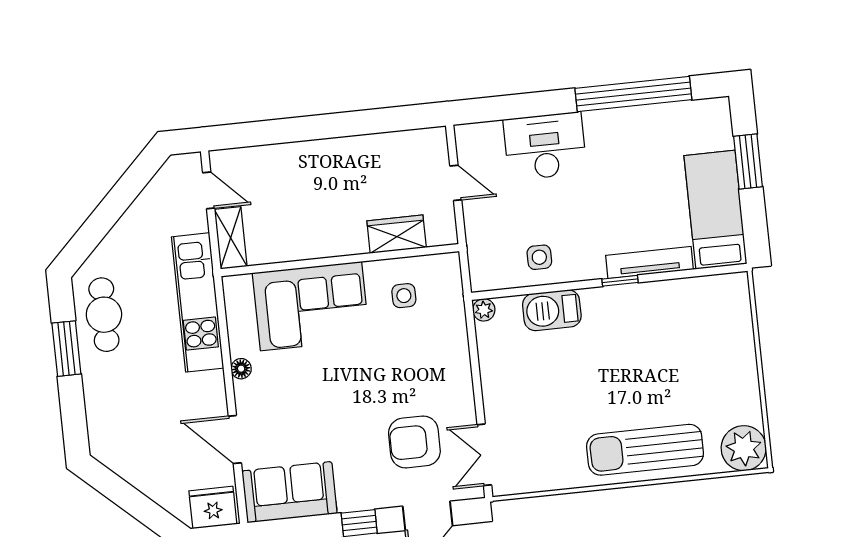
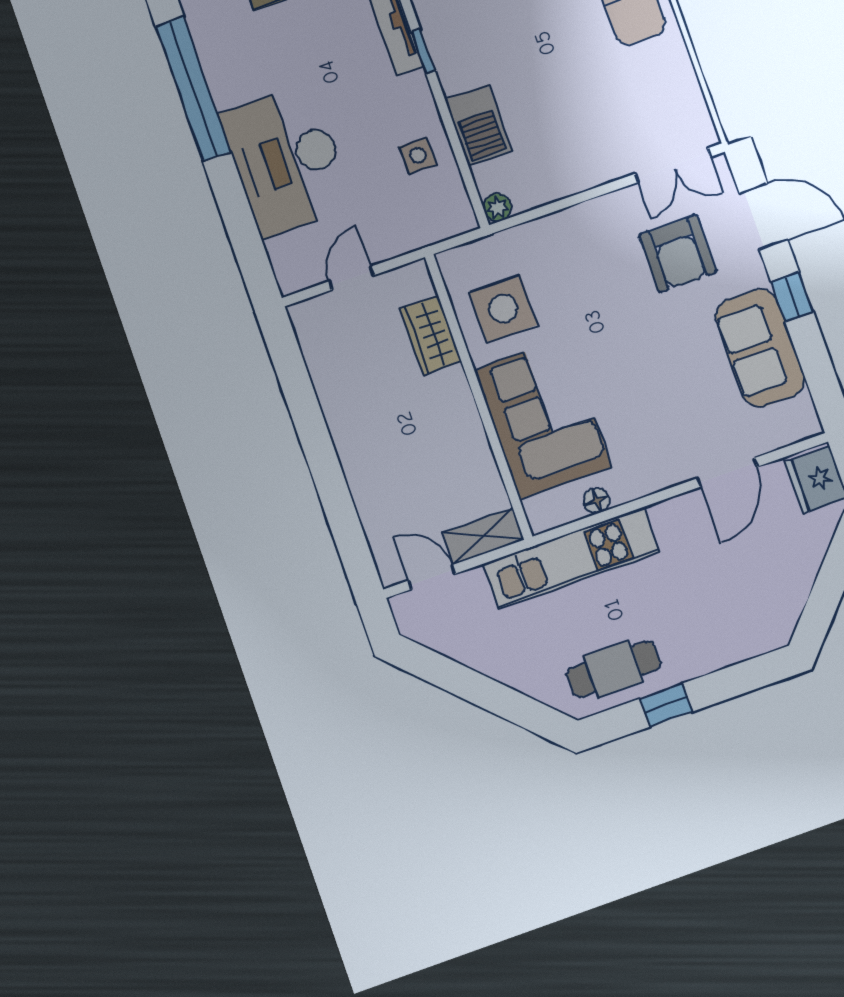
desk: (545, 146) -> (287, 160), width x1.36, depth x1.30
door: (209, 190) -> (432, 577), hinge flipped
side table: (404, 296) -> (503, 309), width x1.87, depth x1.87
window: (66, 349) -> (666, 705), width x0.67
floor lamp: (241, 369) -> (597, 501), moved
sofa: (289, 492) -> (760, 348), moved

